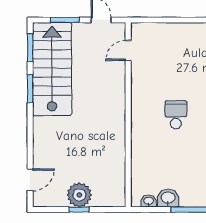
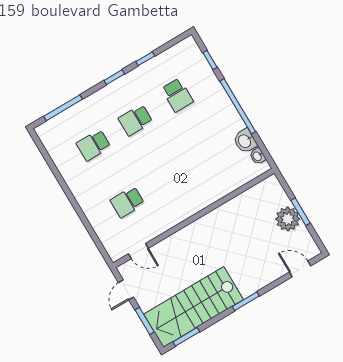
window: (30, 89) -> (246, 301), moved
school desk: (176, 115) -> (127, 202), moved
window: (79, 210) -> (301, 212), width x1.50

